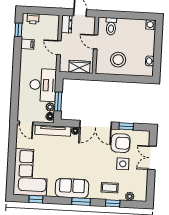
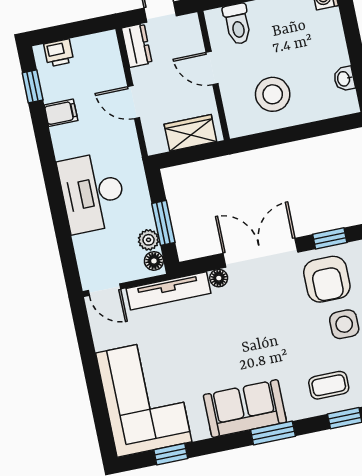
desk: (43, 85) -> (92, 193), moved, turned 180
double door: (96, 125) -> (260, 253), swing flipped
armchair: (121, 143) -> (327, 279), turned 90

